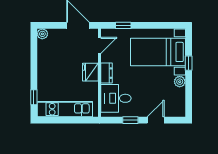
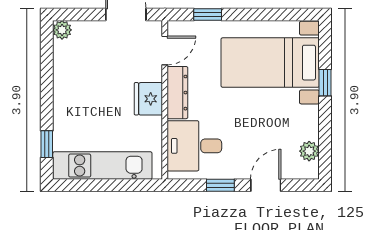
dresser: (106, 73) -> (177, 93), width x1.44
plant: (180, 82) -> (309, 151), moved

